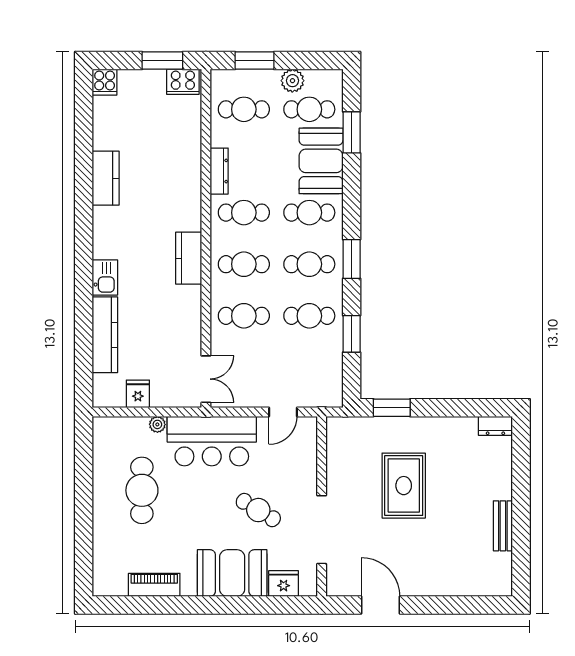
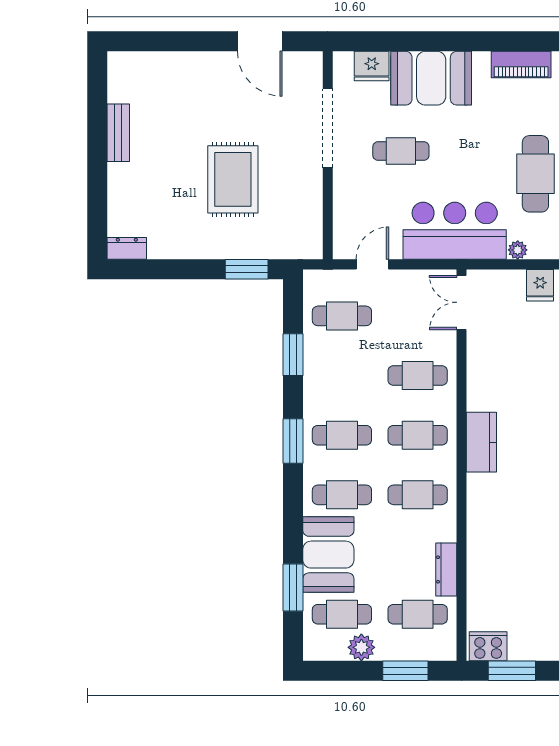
dresser: (219, 171) -> (446, 569), moved
cafe table: (309, 316) -> (342, 316), moved
cafe table: (258, 510) -> (401, 151), turned -31

